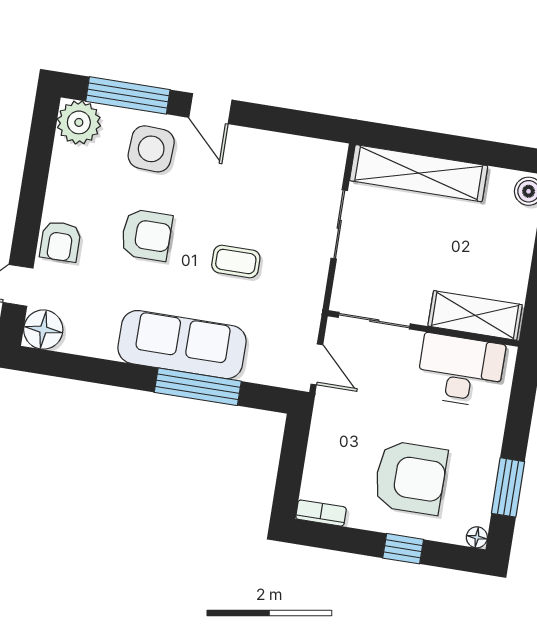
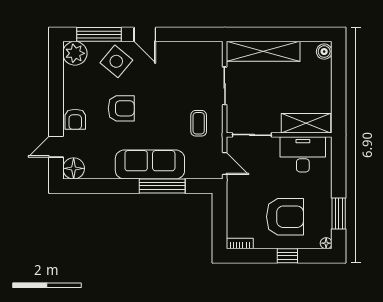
side table: (151, 149) -> (116, 61), turned 37
coffee table: (236, 261) -> (199, 123), moved, turned 90

